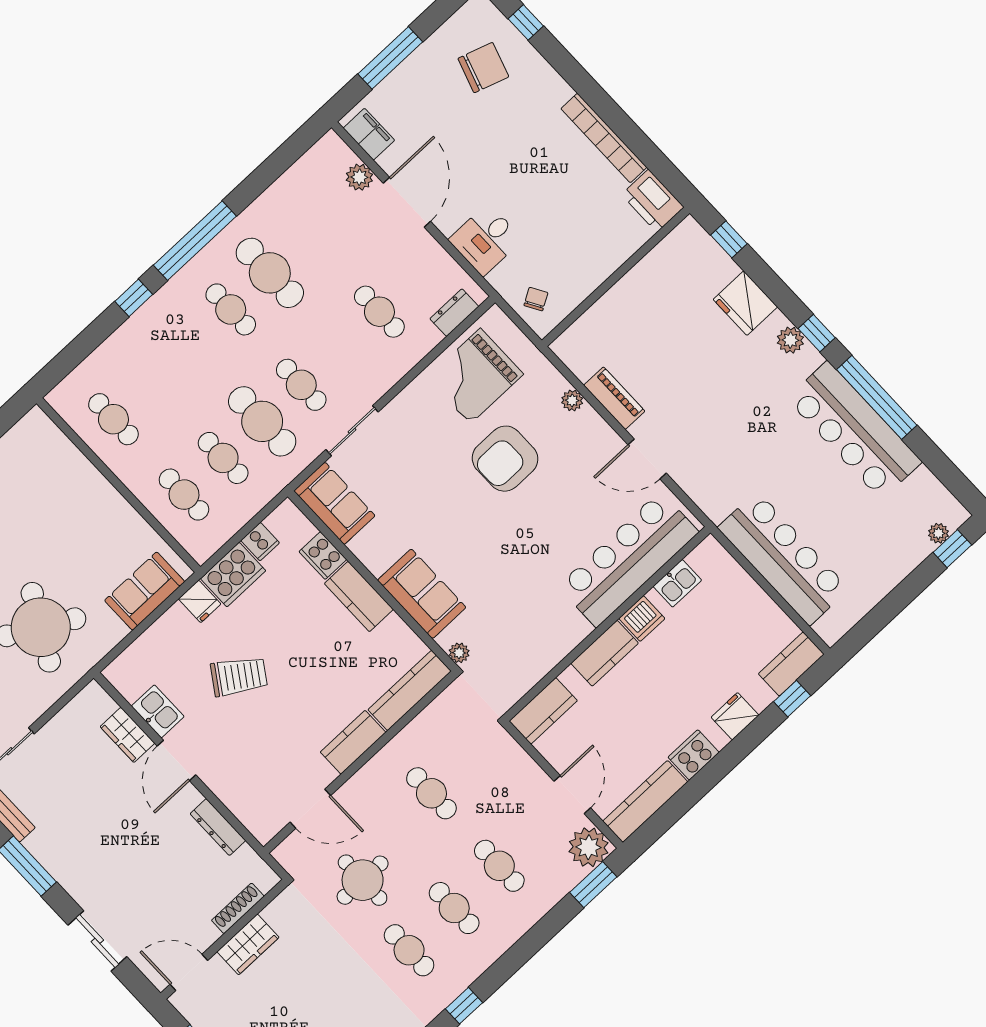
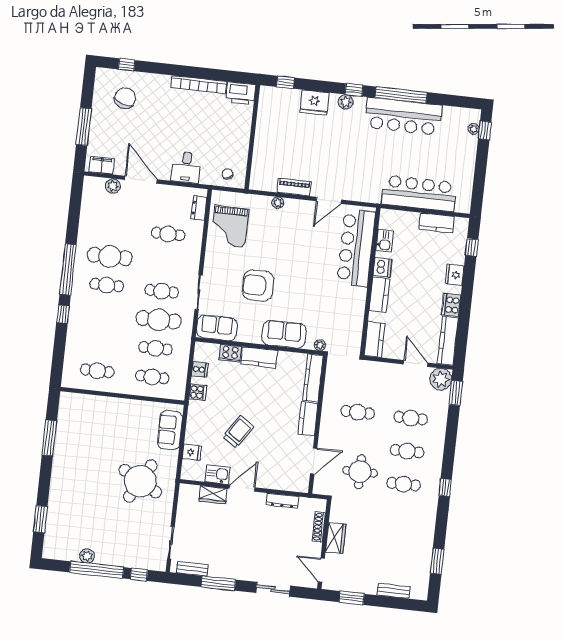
armchair: (505, 459) -> (258, 285), moved, turned 90
cooker: (233, 575) -> (198, 392), width x0.53, depth x0.76
fridge: (200, 601) -> (192, 452), moved
kitchen counter: (791, 664) -> (437, 223), moved, turned -90
door: (176, 760) -> (242, 488), swing flipped
door: (189, 972) -> (321, 570), hinge flipped

